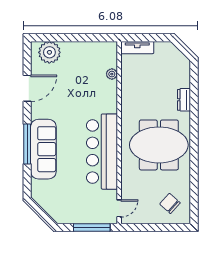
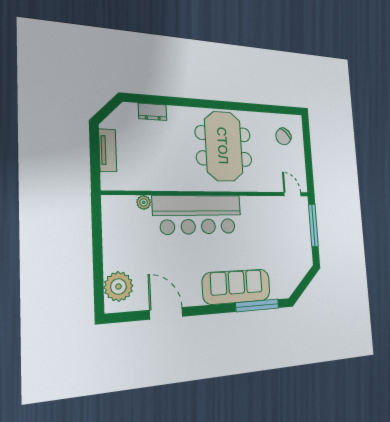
tv unit: (137, 48) -> (108, 150), moved
dresser: (184, 100) -> (153, 112), moved
window: (27, 144) -> (257, 305), moved
bar counter: (102, 152) -> (198, 215), moved

